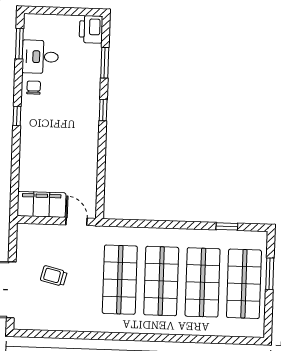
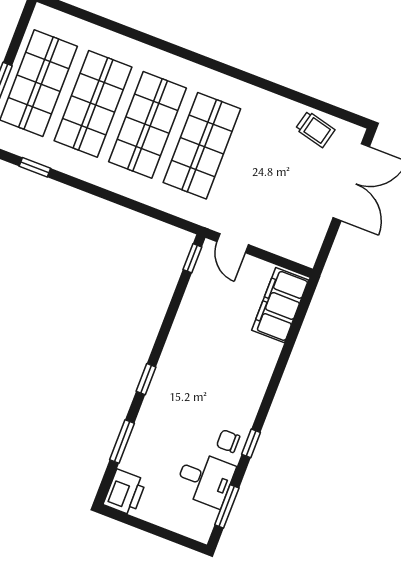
chair: (34, 88) -> (228, 441), turned 90
window: (17, 116) -> (251, 443), moved
window: (100, 202) -> (192, 258), added
filing cabinet: (41, 204) -> (280, 305), moved, turned 90
trolley: (54, 276) -> (315, 129), moved

